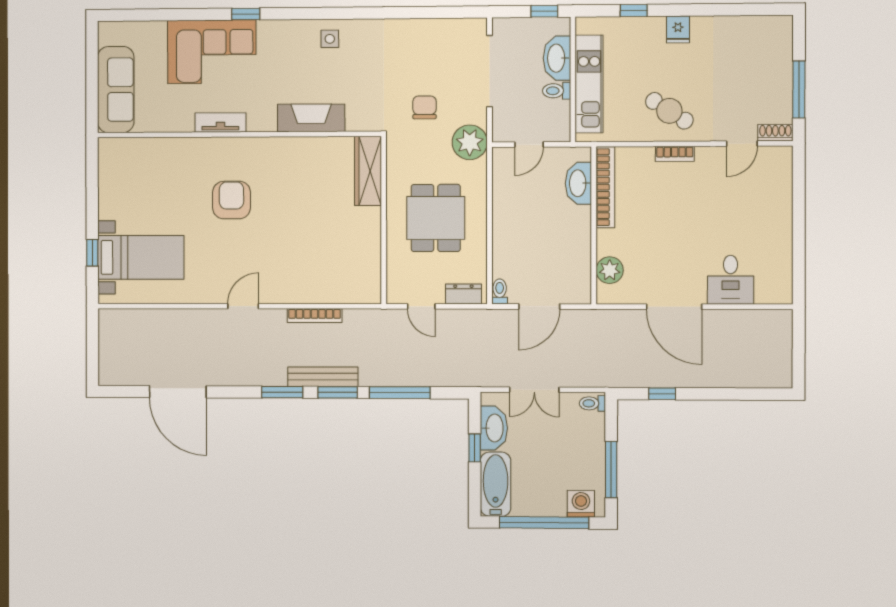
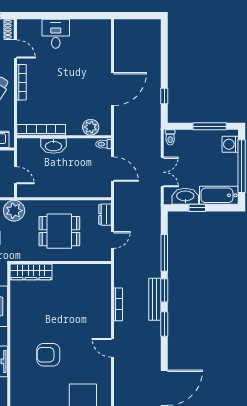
bookcase: (675, 154) -> (22, 82), width x1.56
washbasin: (578, 183) -> (53, 146), moved
desk: (731, 280) -> (56, 34), moved, turned -90
toilet: (500, 292) -> (103, 144), moved

